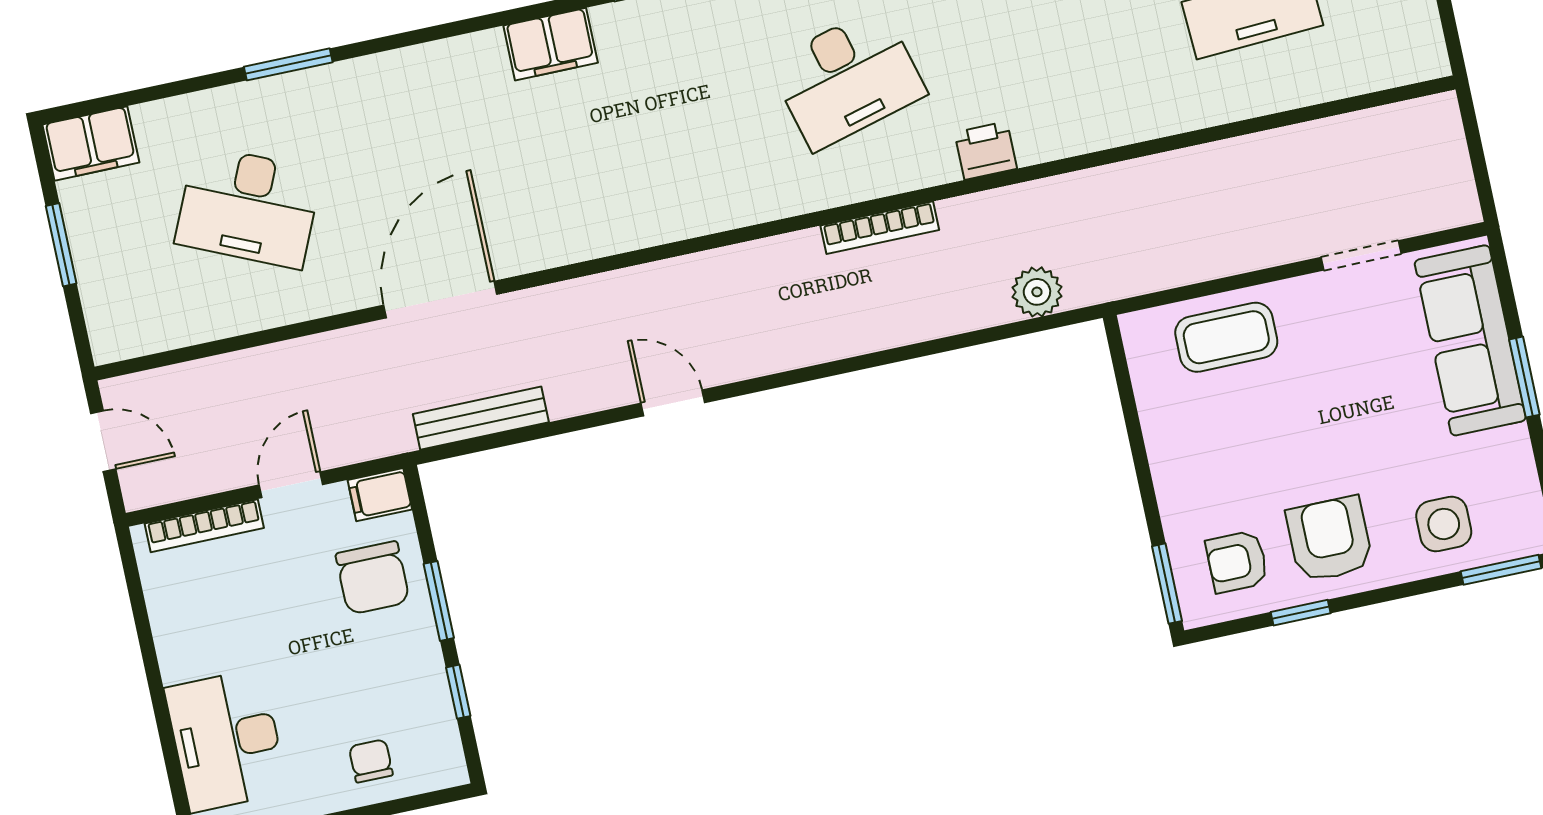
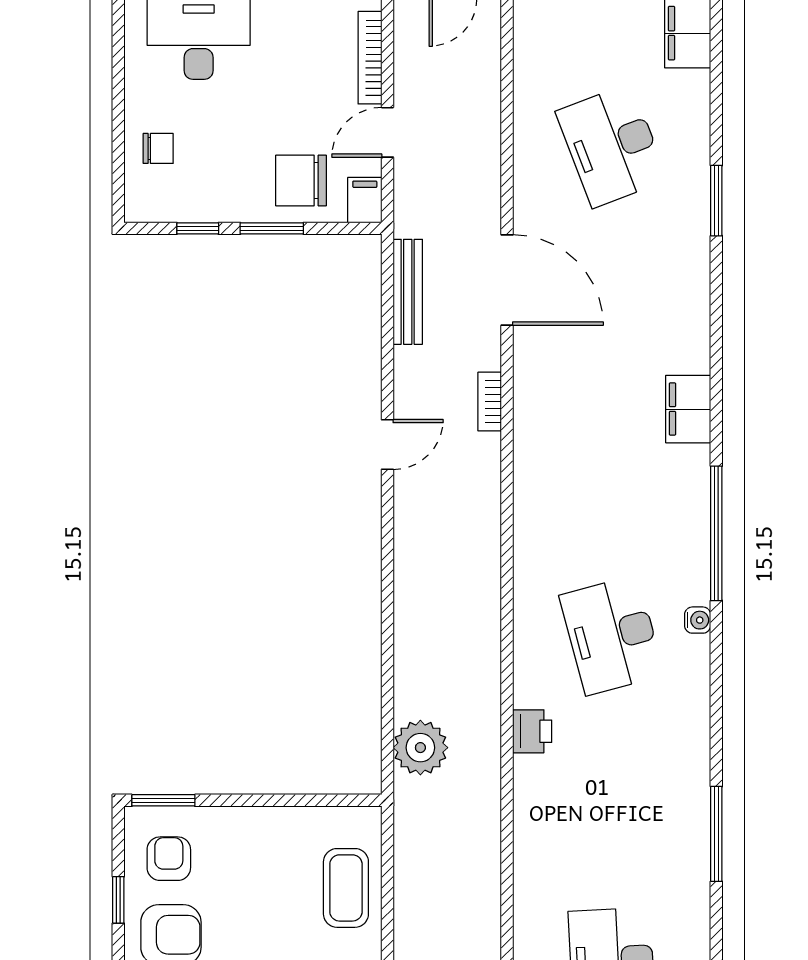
desk: (248, 207) -> (612, 146), turned -45
bookcase: (880, 228) -> (490, 402), moved, width x0.64
plant: (1037, 292) -> (420, 748), width x1.36, depth x1.36
door: (291, 485) -> (387, 132), swing flipped

